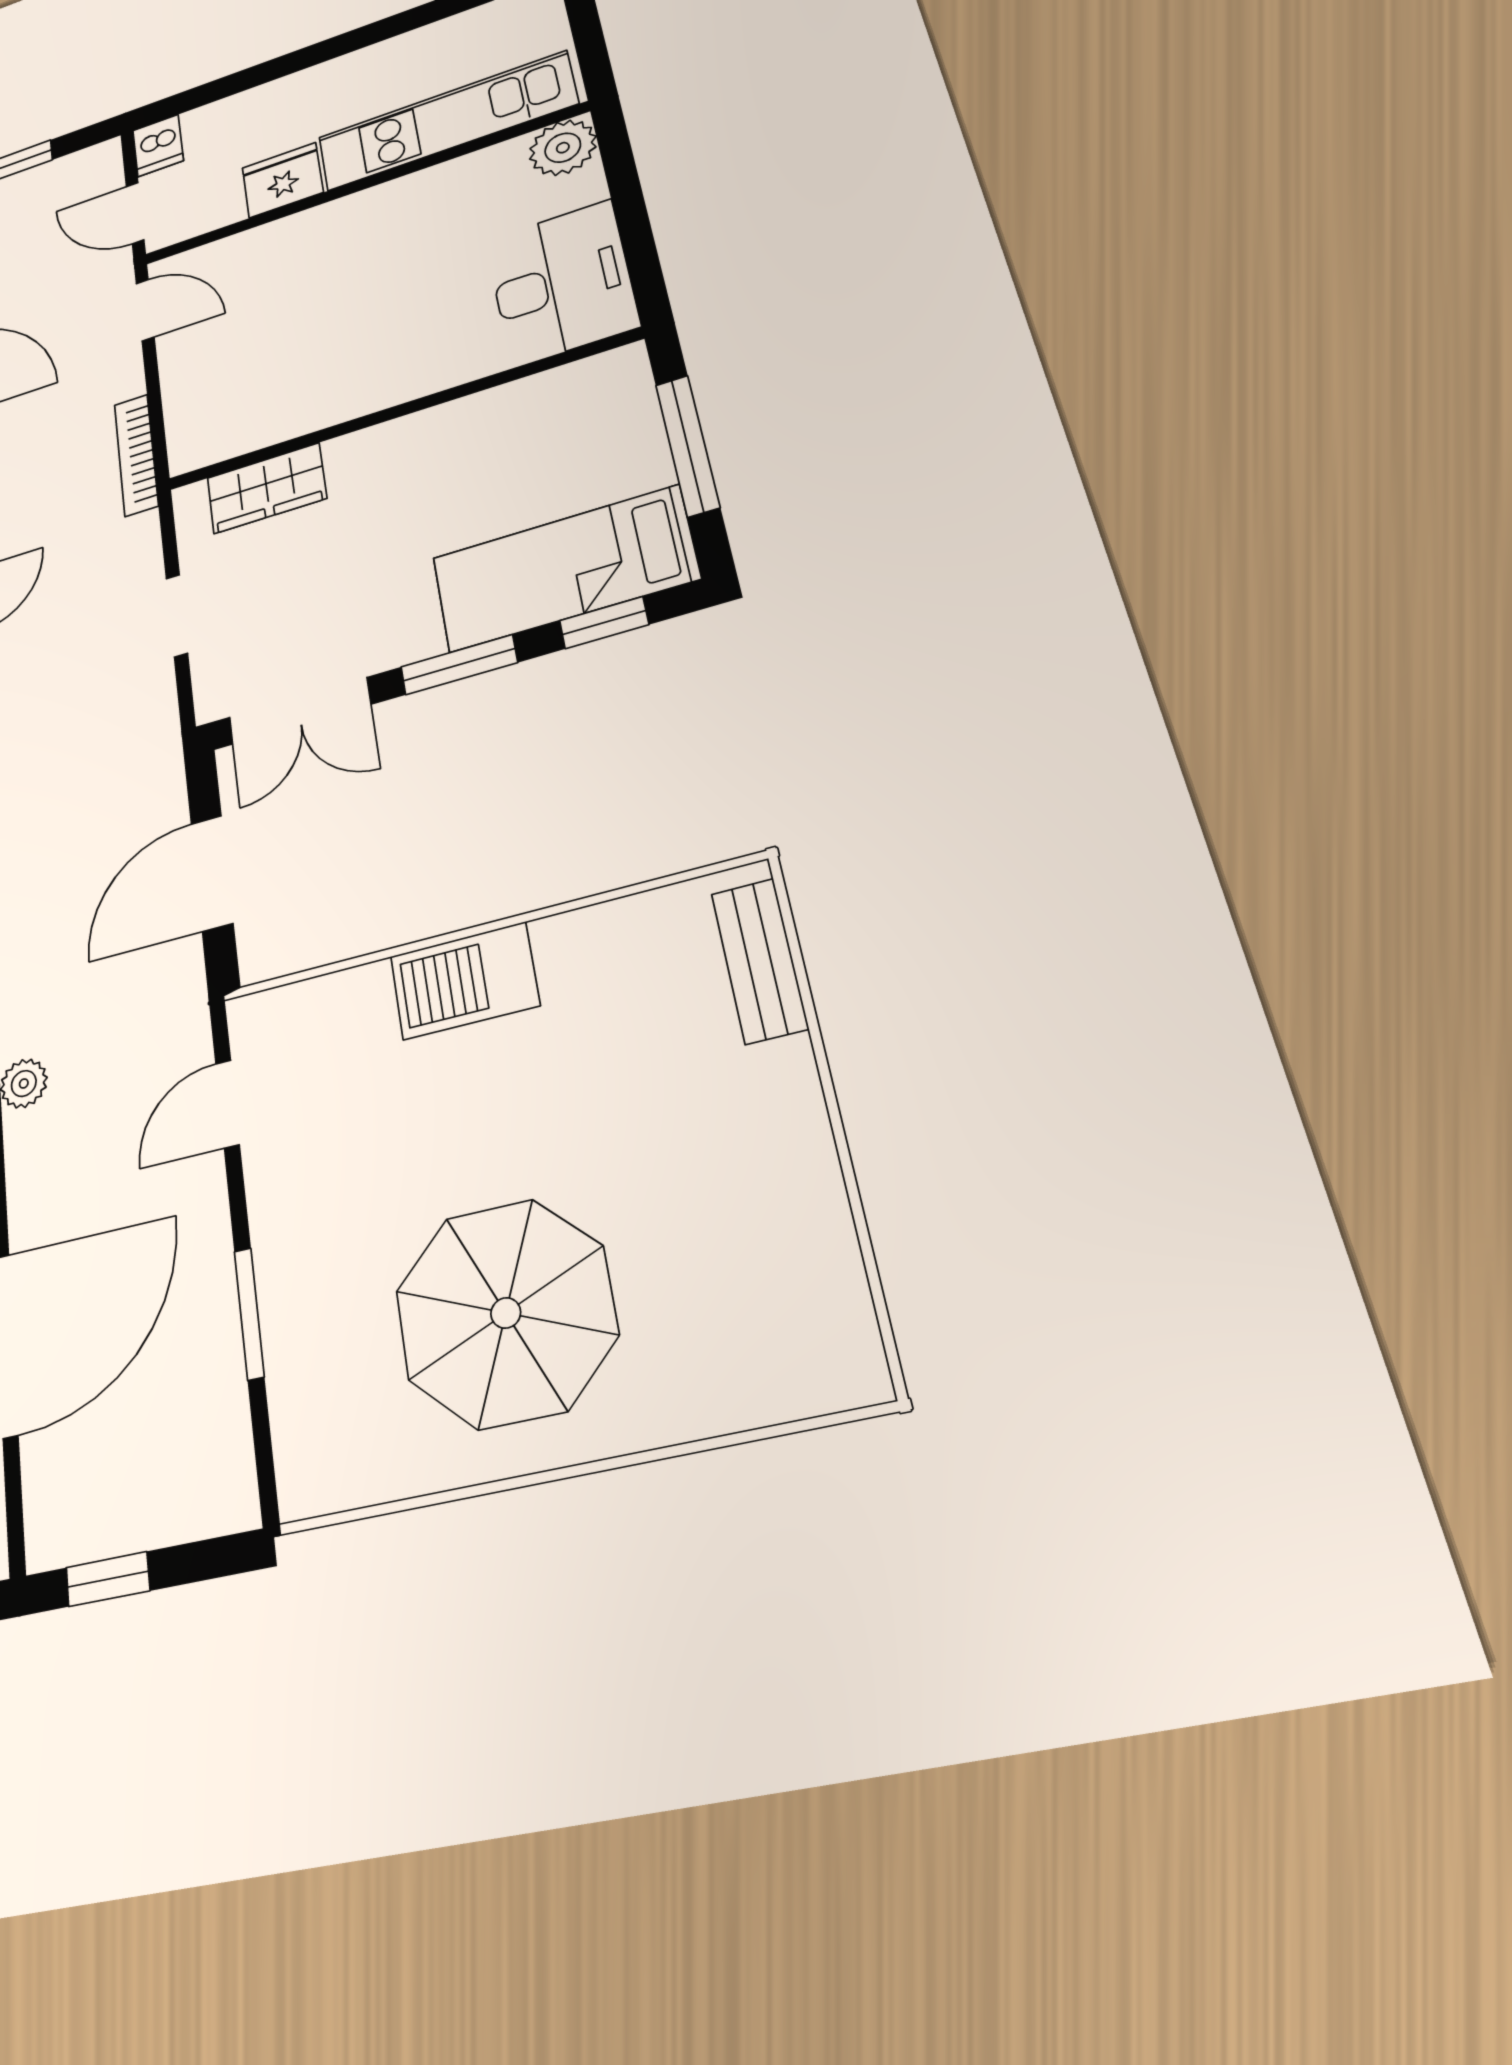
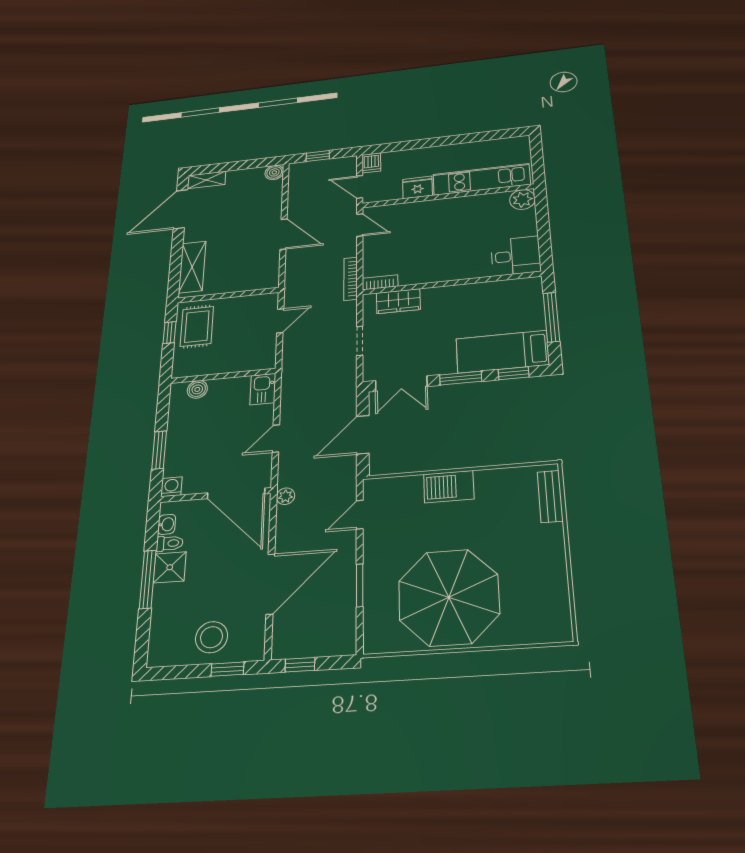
desk: (562, 283) -> (516, 256), width x0.73
bookcase: (213, 448) -> (380, 282), added
parasol: (506, 1313) -> (449, 597), width x1.36, depth x1.36

